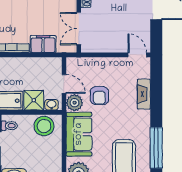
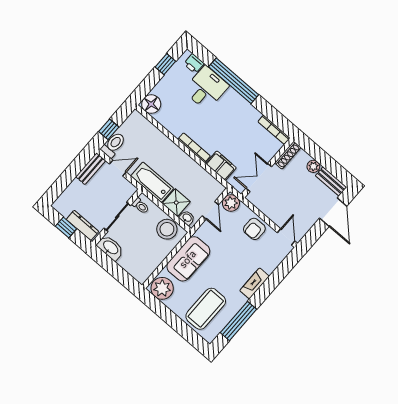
fireplace: (144, 94) -> (254, 283), moved
armchair: (99, 96) -> (254, 229), moved
plant: (74, 103) -> (231, 203), moved

